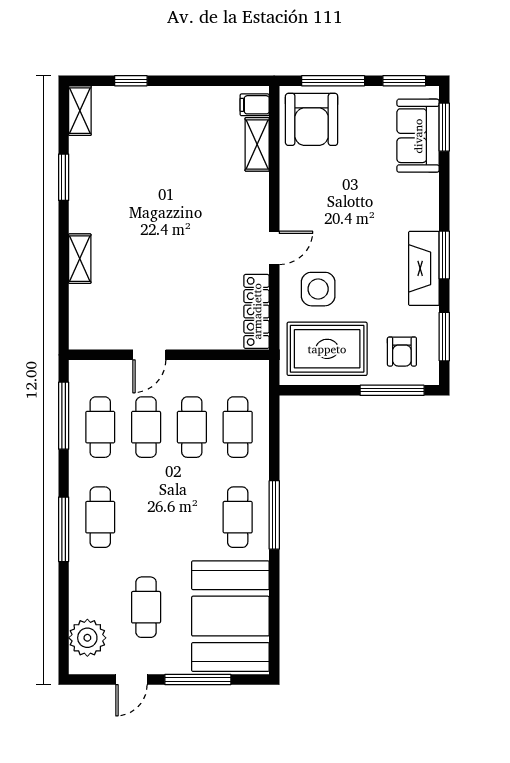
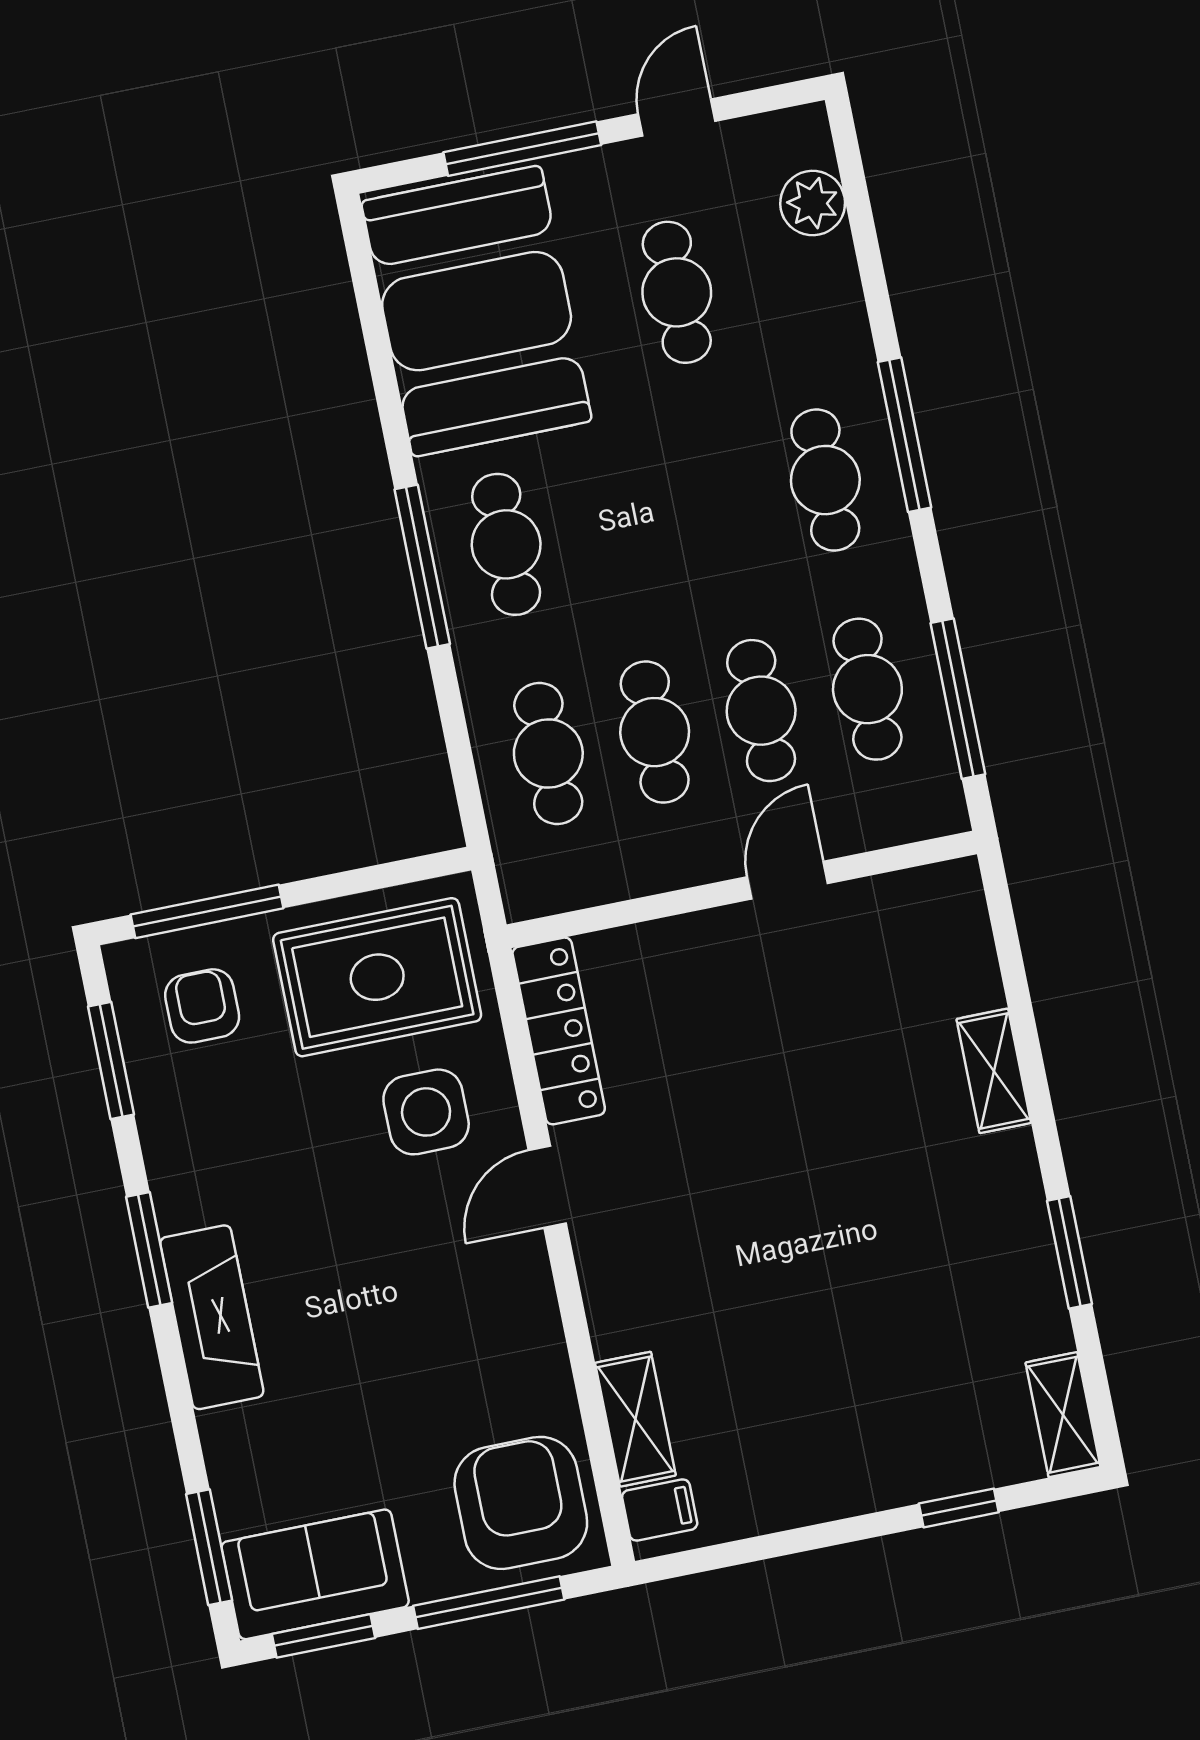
sofa: (418, 136) -> (315, 1574), moved, turned -90
fireplace: (424, 268) -> (212, 1317), moved
plant: (87, 638) -> (813, 203), width x0.73, depth x0.73

